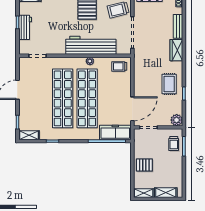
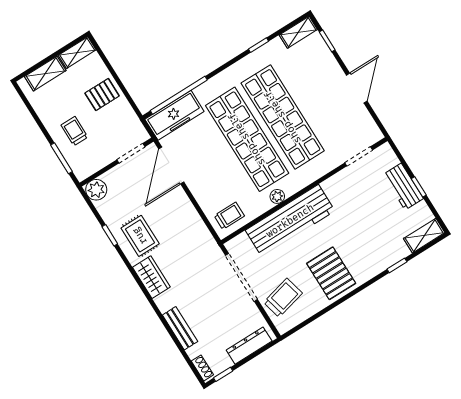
wardrobe: (176, 50) -> (151, 277), moved
trolley: (174, 144) -> (74, 131), moved

